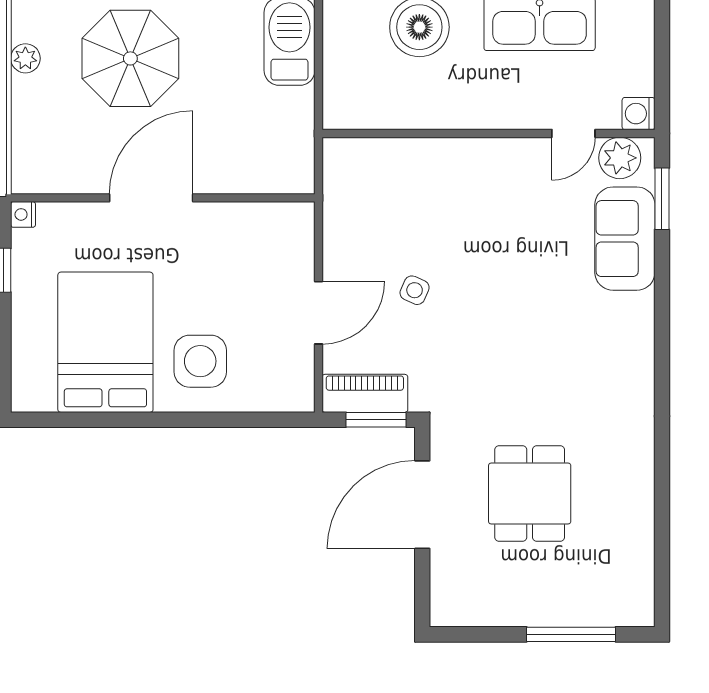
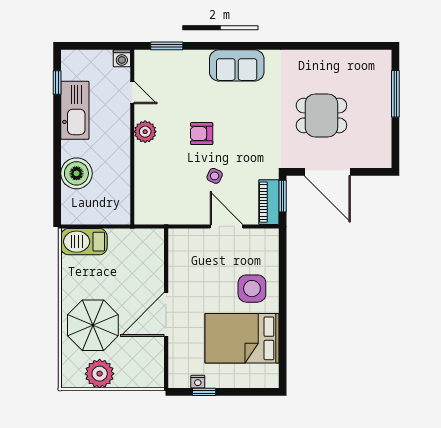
plant: (25, 58) -> (100, 374), width x1.87, depth x1.87
plant: (620, 158) -> (145, 132), moved
door: (151, 198) -> (166, 314), hinge flipped
nightstand: (23, 214) -> (198, 382), moved
sofa: (625, 239) -> (237, 65), moved
armchair: (495, 265) -> (202, 134), added

